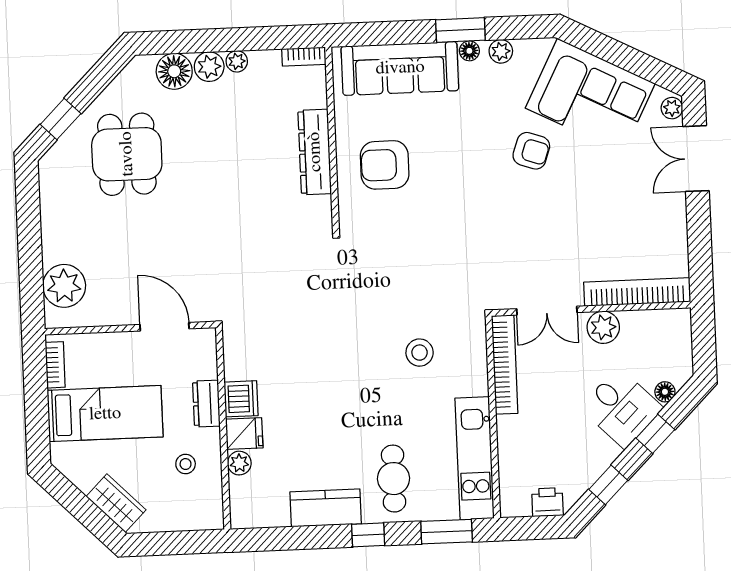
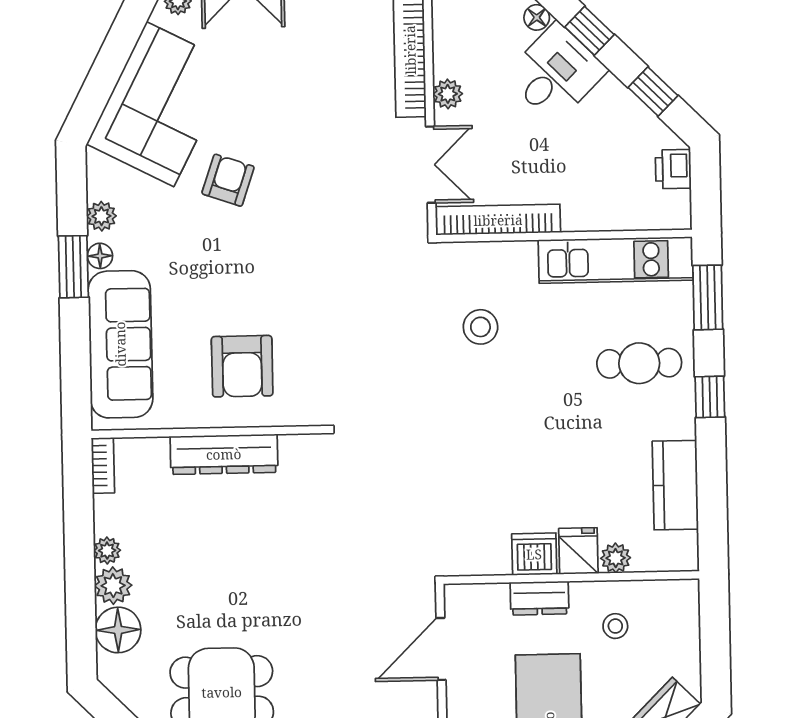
plant: (603, 327) -> (448, 94), width x0.73, depth x0.73
kitchen counter: (326, 508) -> (675, 485), moved

